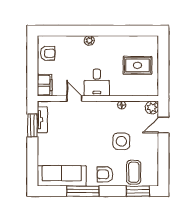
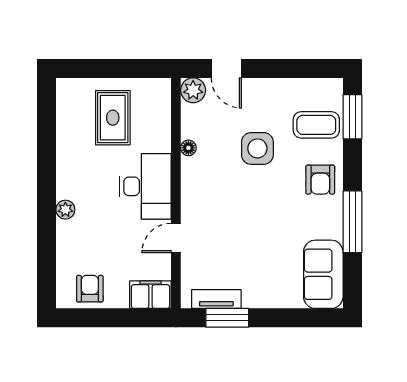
desk: (97, 83) -> (145, 186), width x1.37
sofa: (62, 176) -> (323, 274), width x0.73

